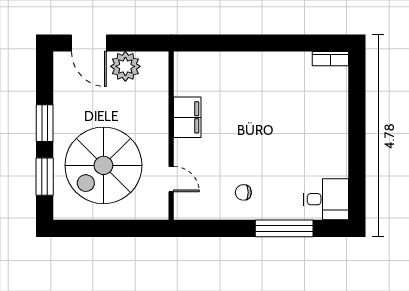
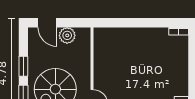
filing cabinet: (187, 117) -> (101, 63), removed

